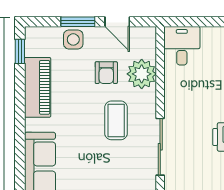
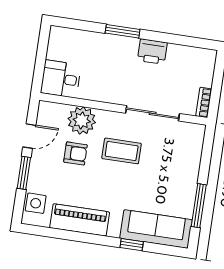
side table: (73, 39) -> (36, 203), moved
window: (20, 51) -> (132, 245), moved

